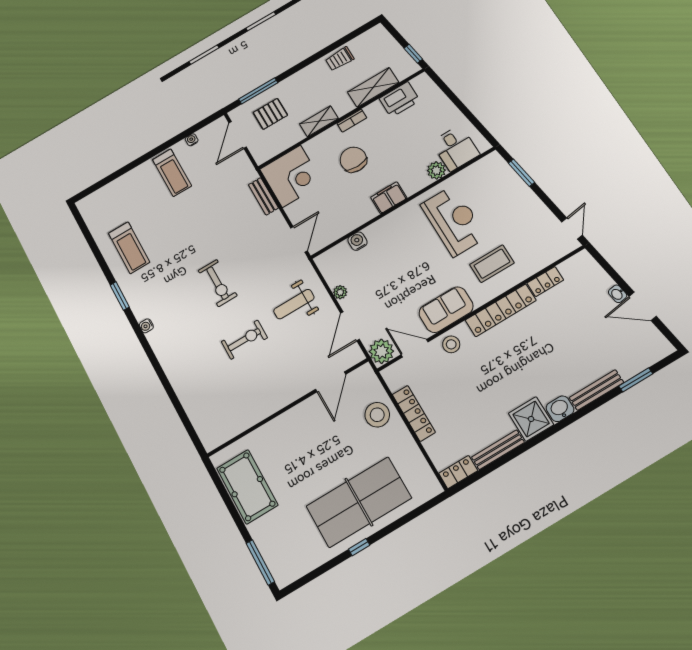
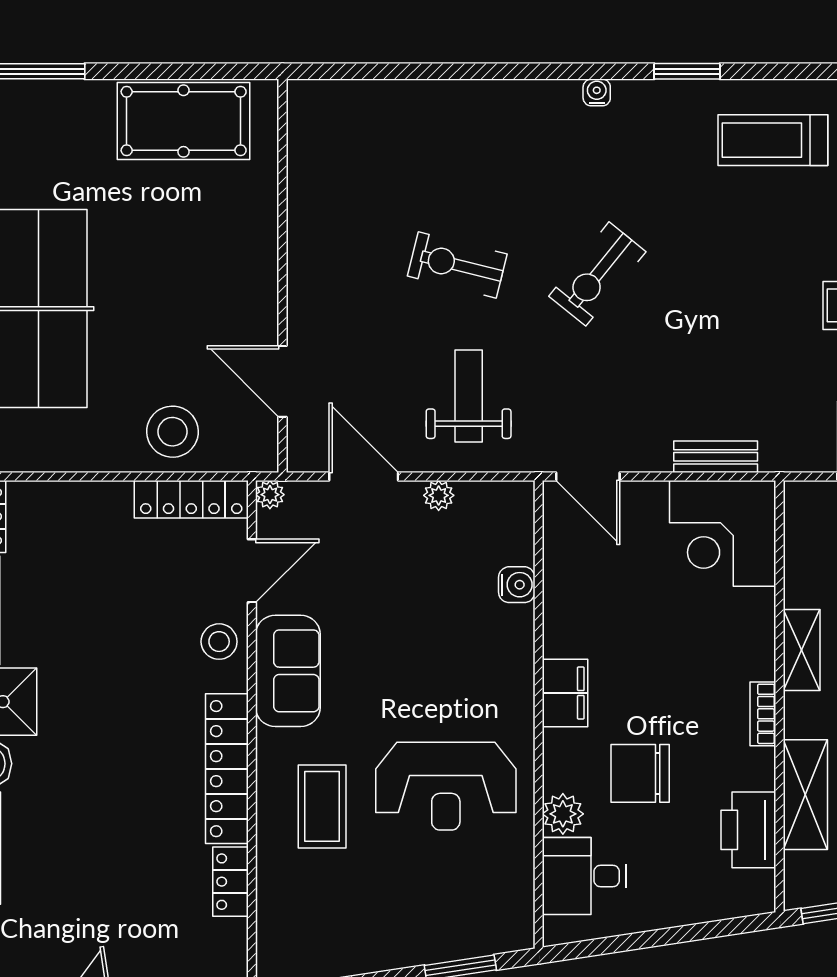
chair: (353, 160) -> (640, 773), moved, turned 180
exercise bike: (218, 283) -> (597, 274), turned -51
exercise bike: (244, 340) -> (457, 265), turned 104
plant: (381, 351) -> (270, 495), width x0.53, depth x0.53
locker: (414, 413) -> (191, 499), moved

